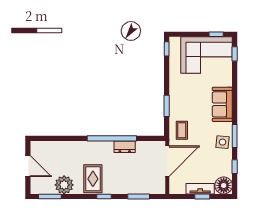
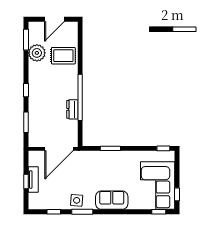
coffee table: (182, 130) -> (88, 162), removed
door: (167, 161) -> (59, 149), hinge flipped
rug: (93, 179) -> (63, 56), moved
floor lamp: (224, 185) -> (36, 201), removed

